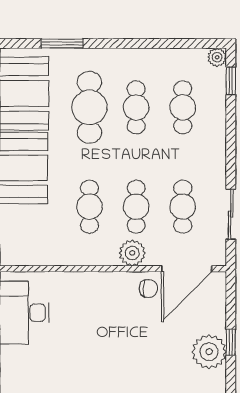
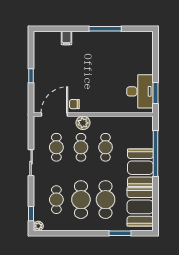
cafe table: (136, 107) -> (81, 200), width x1.37, depth x1.35
sliding door: (231, 214) -> (31, 163), moved
plant: (209, 352) -> (42, 71), removed

